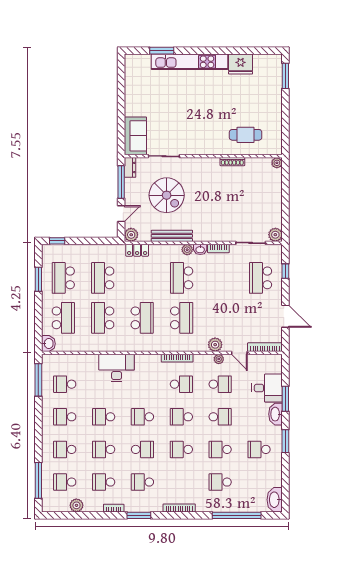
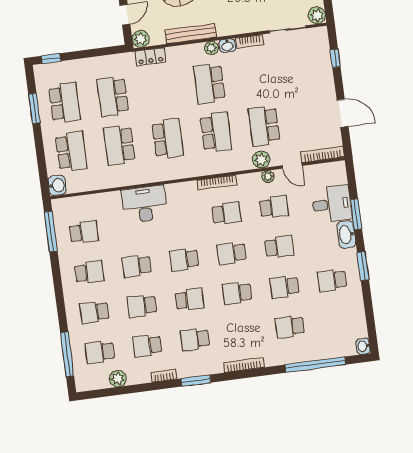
school desk: (63, 278) -> (65, 103), turned 180
school desk: (261, 278) -> (264, 126), moved
school desk: (65, 384) -> (84, 232), turned 180
school desk: (65, 417) -> (89, 272), turned 180
washbasin: (275, 500) -> (363, 346), width x0.52, depth x0.69

